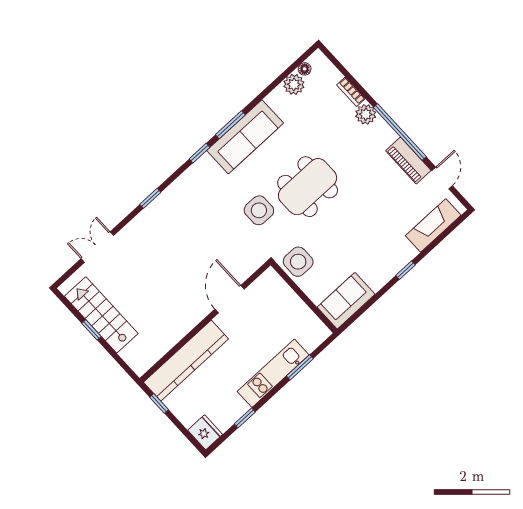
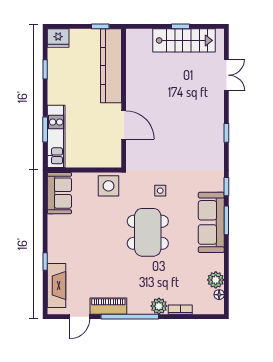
door: (442, 178) -> (80, 317), hinge flipped
side table: (259, 210) -> (160, 191), width x0.54, depth x0.54
window: (405, 270) -> (45, 261), moved
kitchen unit: (273, 373) -> (56, 136), moved

